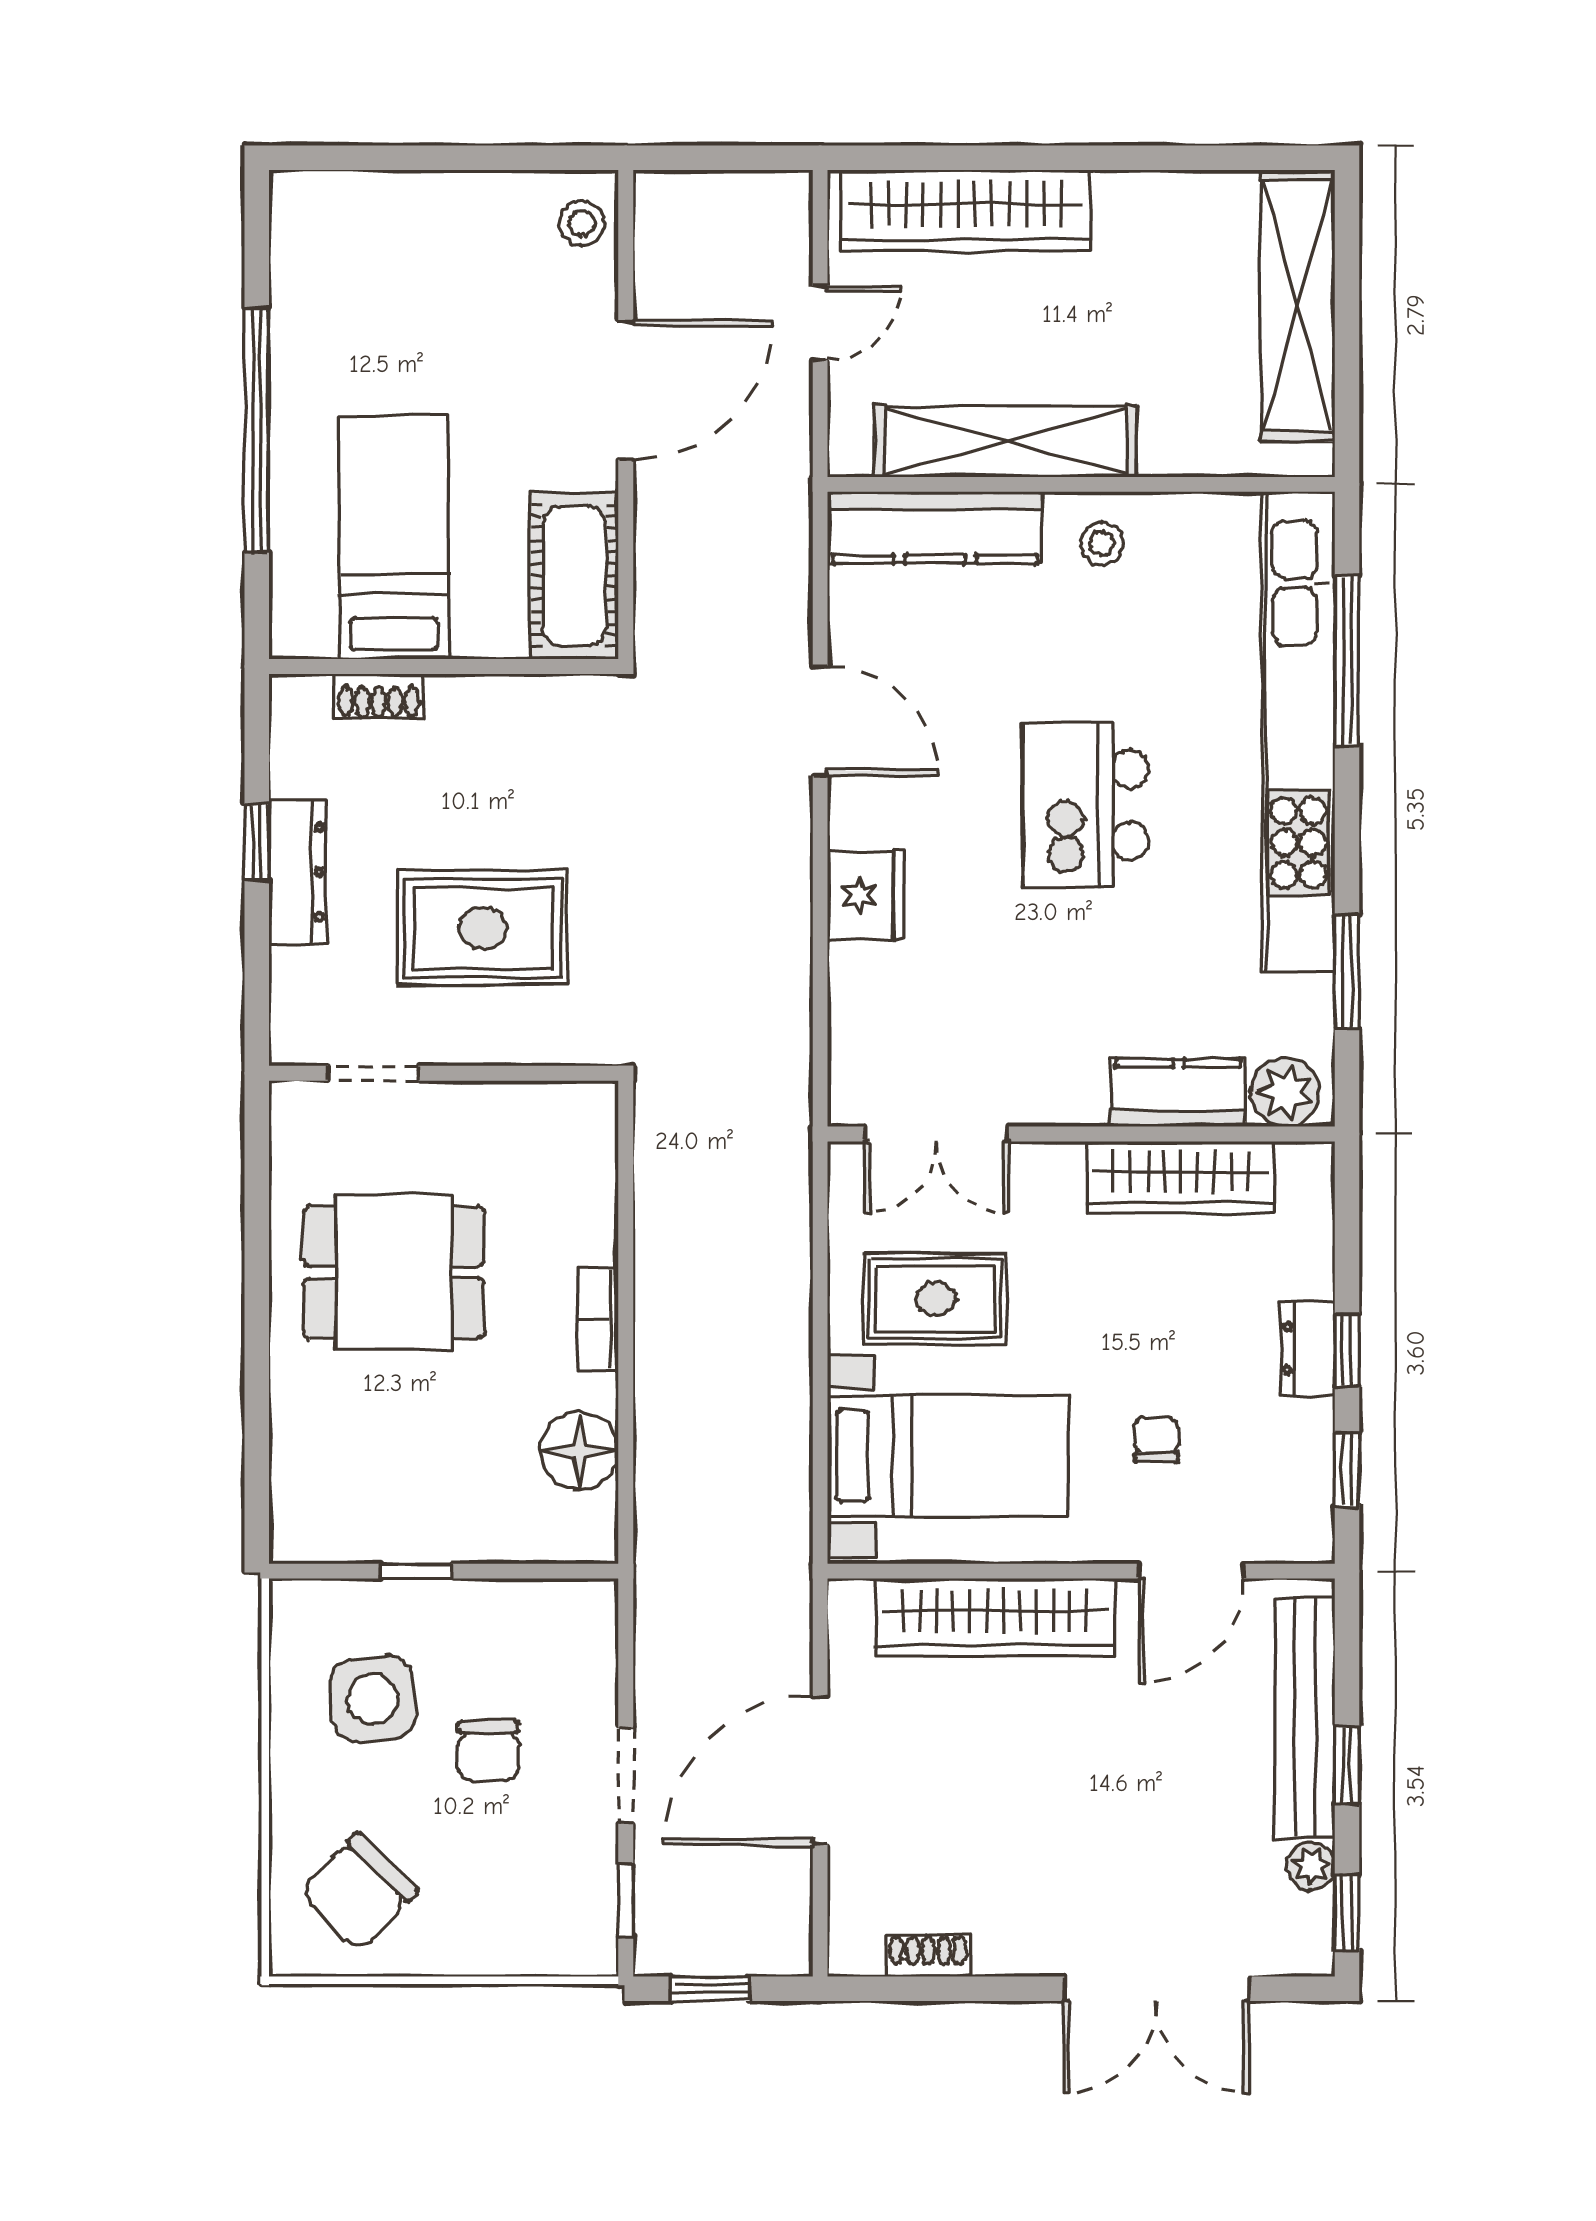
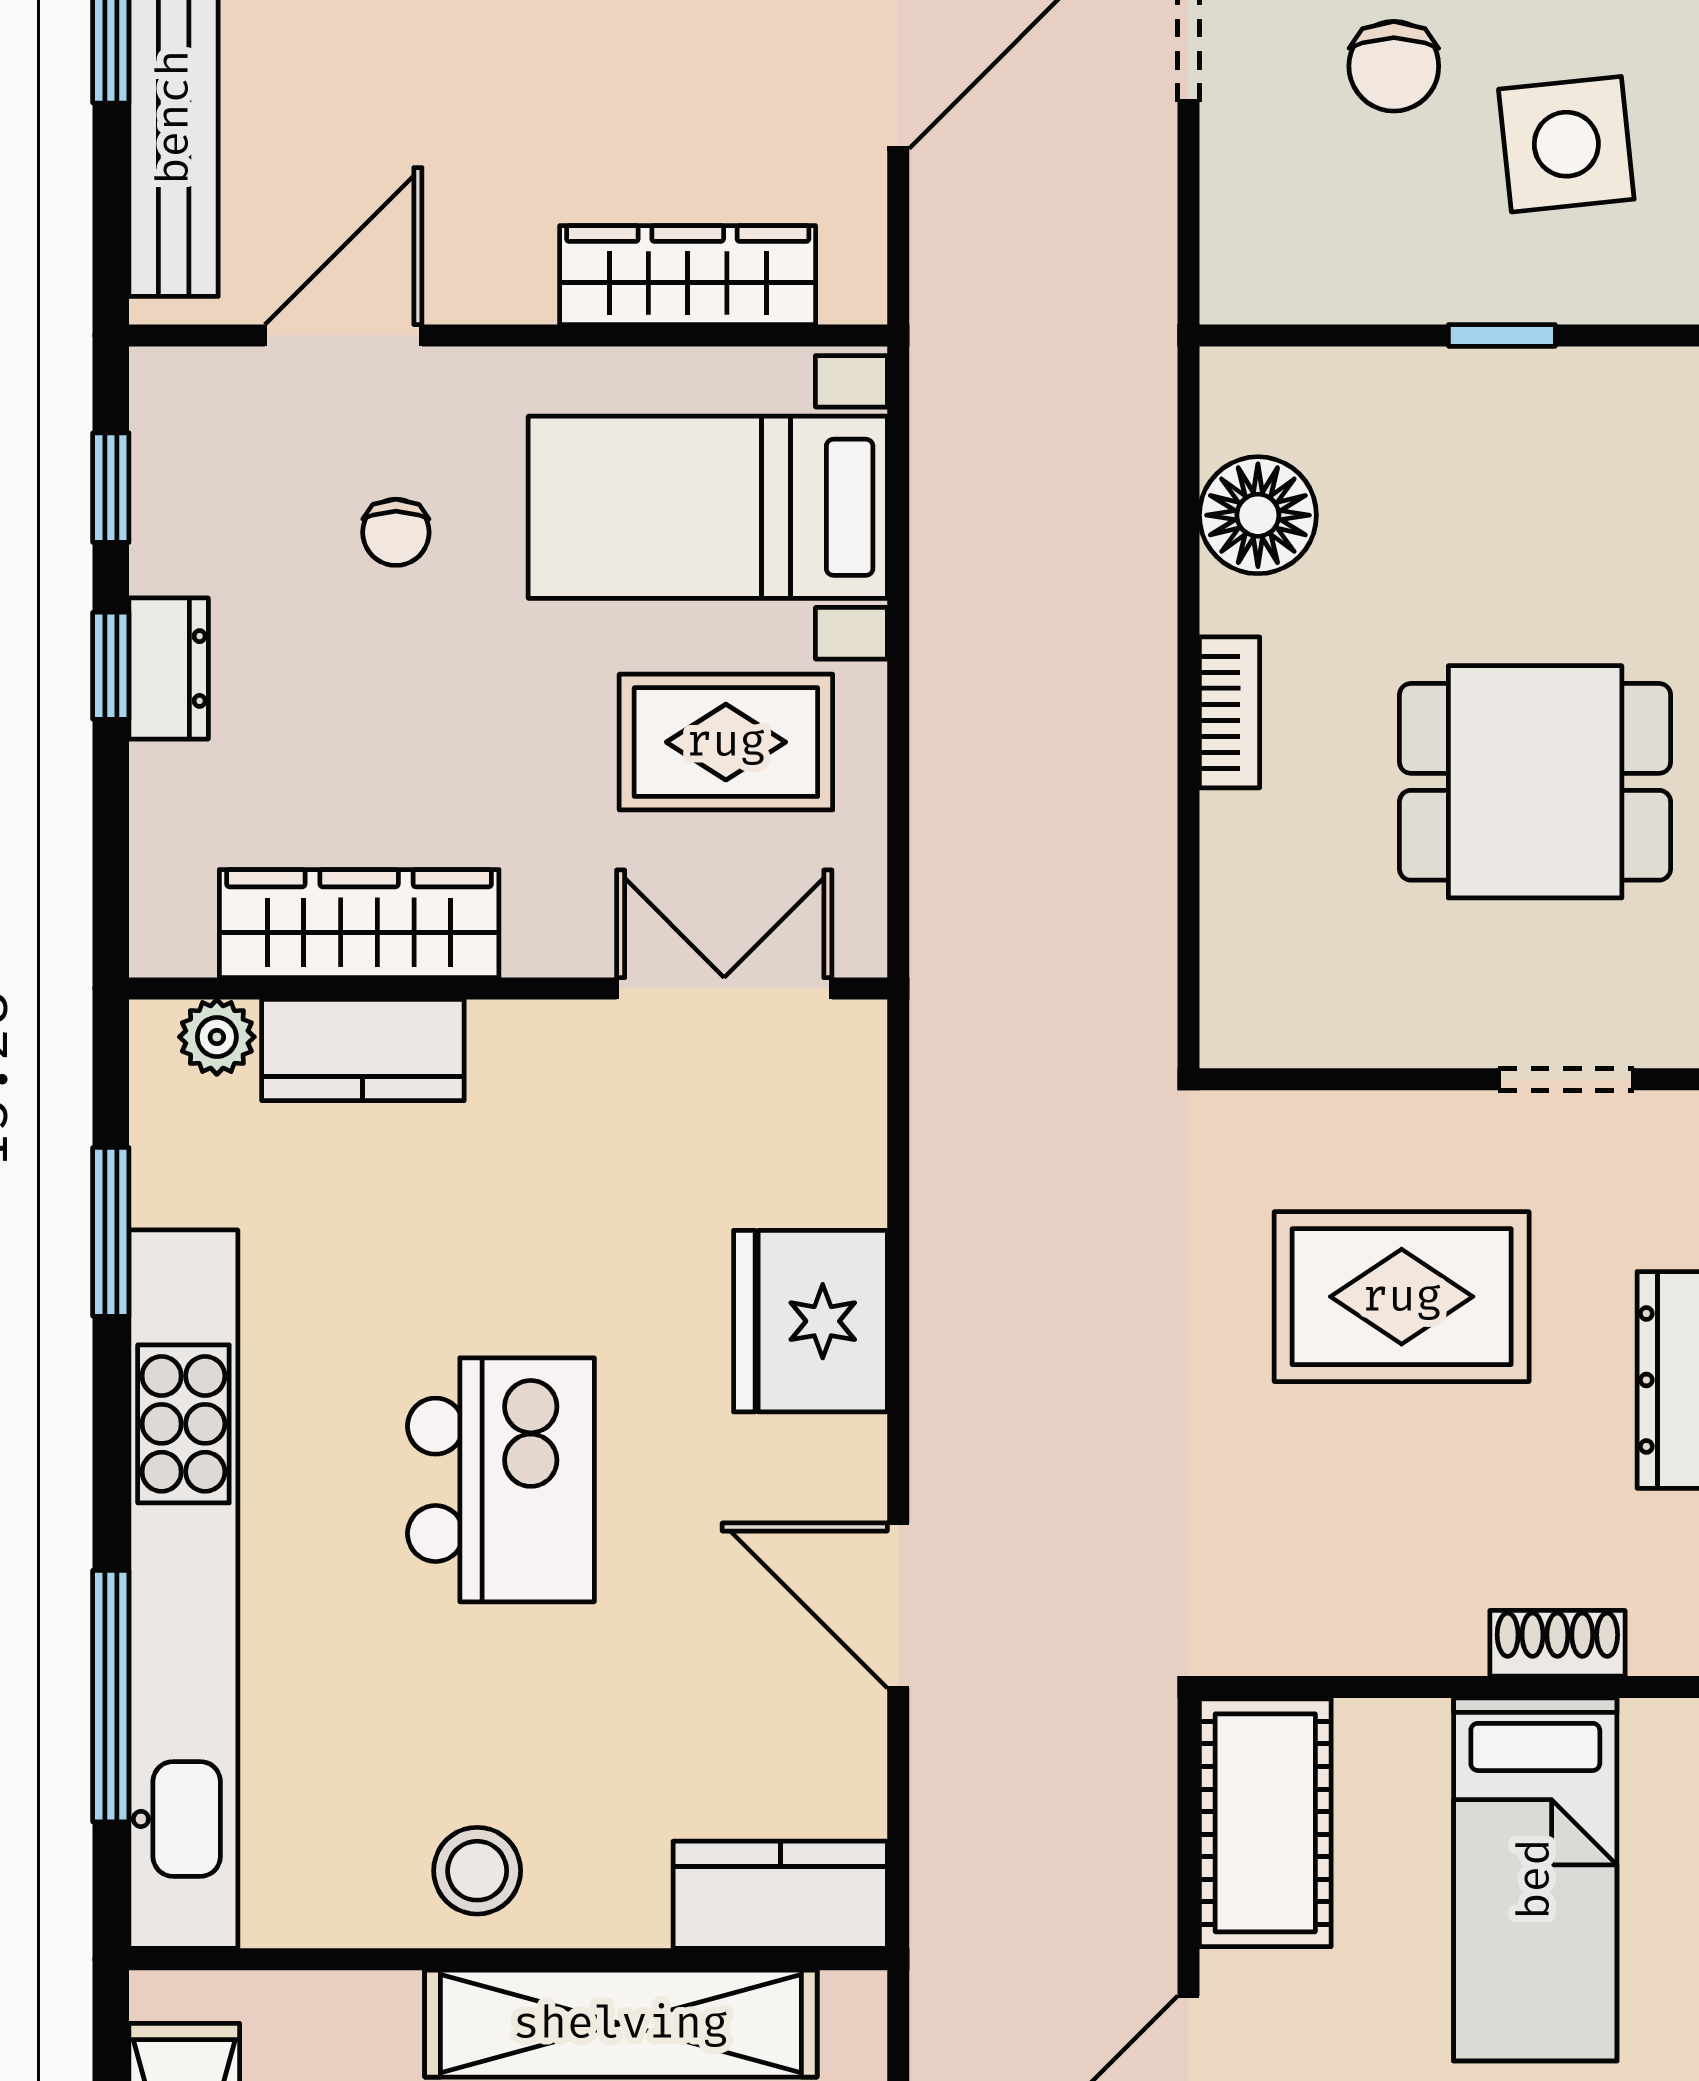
kitchen counter: (935, 528) -> (780, 1895), width x0.67
stool: (1102, 544) -> (477, 1871), width x1.37, depth x1.37
fridge: (866, 895) -> (810, 1321), width x1.36, depth x1.34
plant: (1285, 1092) -> (217, 1037), width x0.73, depth x0.73
wardrobe: (995, 1617) -> (688, 275), width x0.71, depth x0.85
chair: (488, 1751) -> (1394, 66), turned 180

